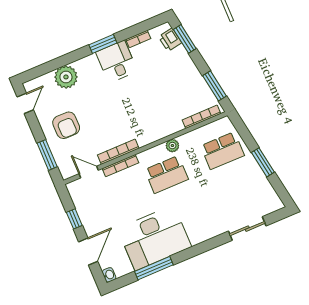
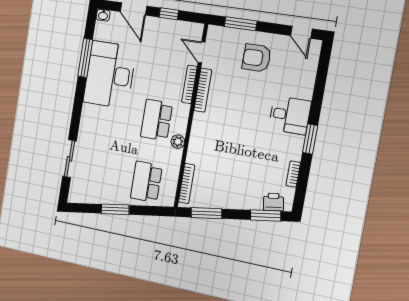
desk: (117, 62) -> (290, 115), moved
plant: (66, 77) -> (301, 85), removed
door: (89, 172) -> (202, 52), swing flipped

